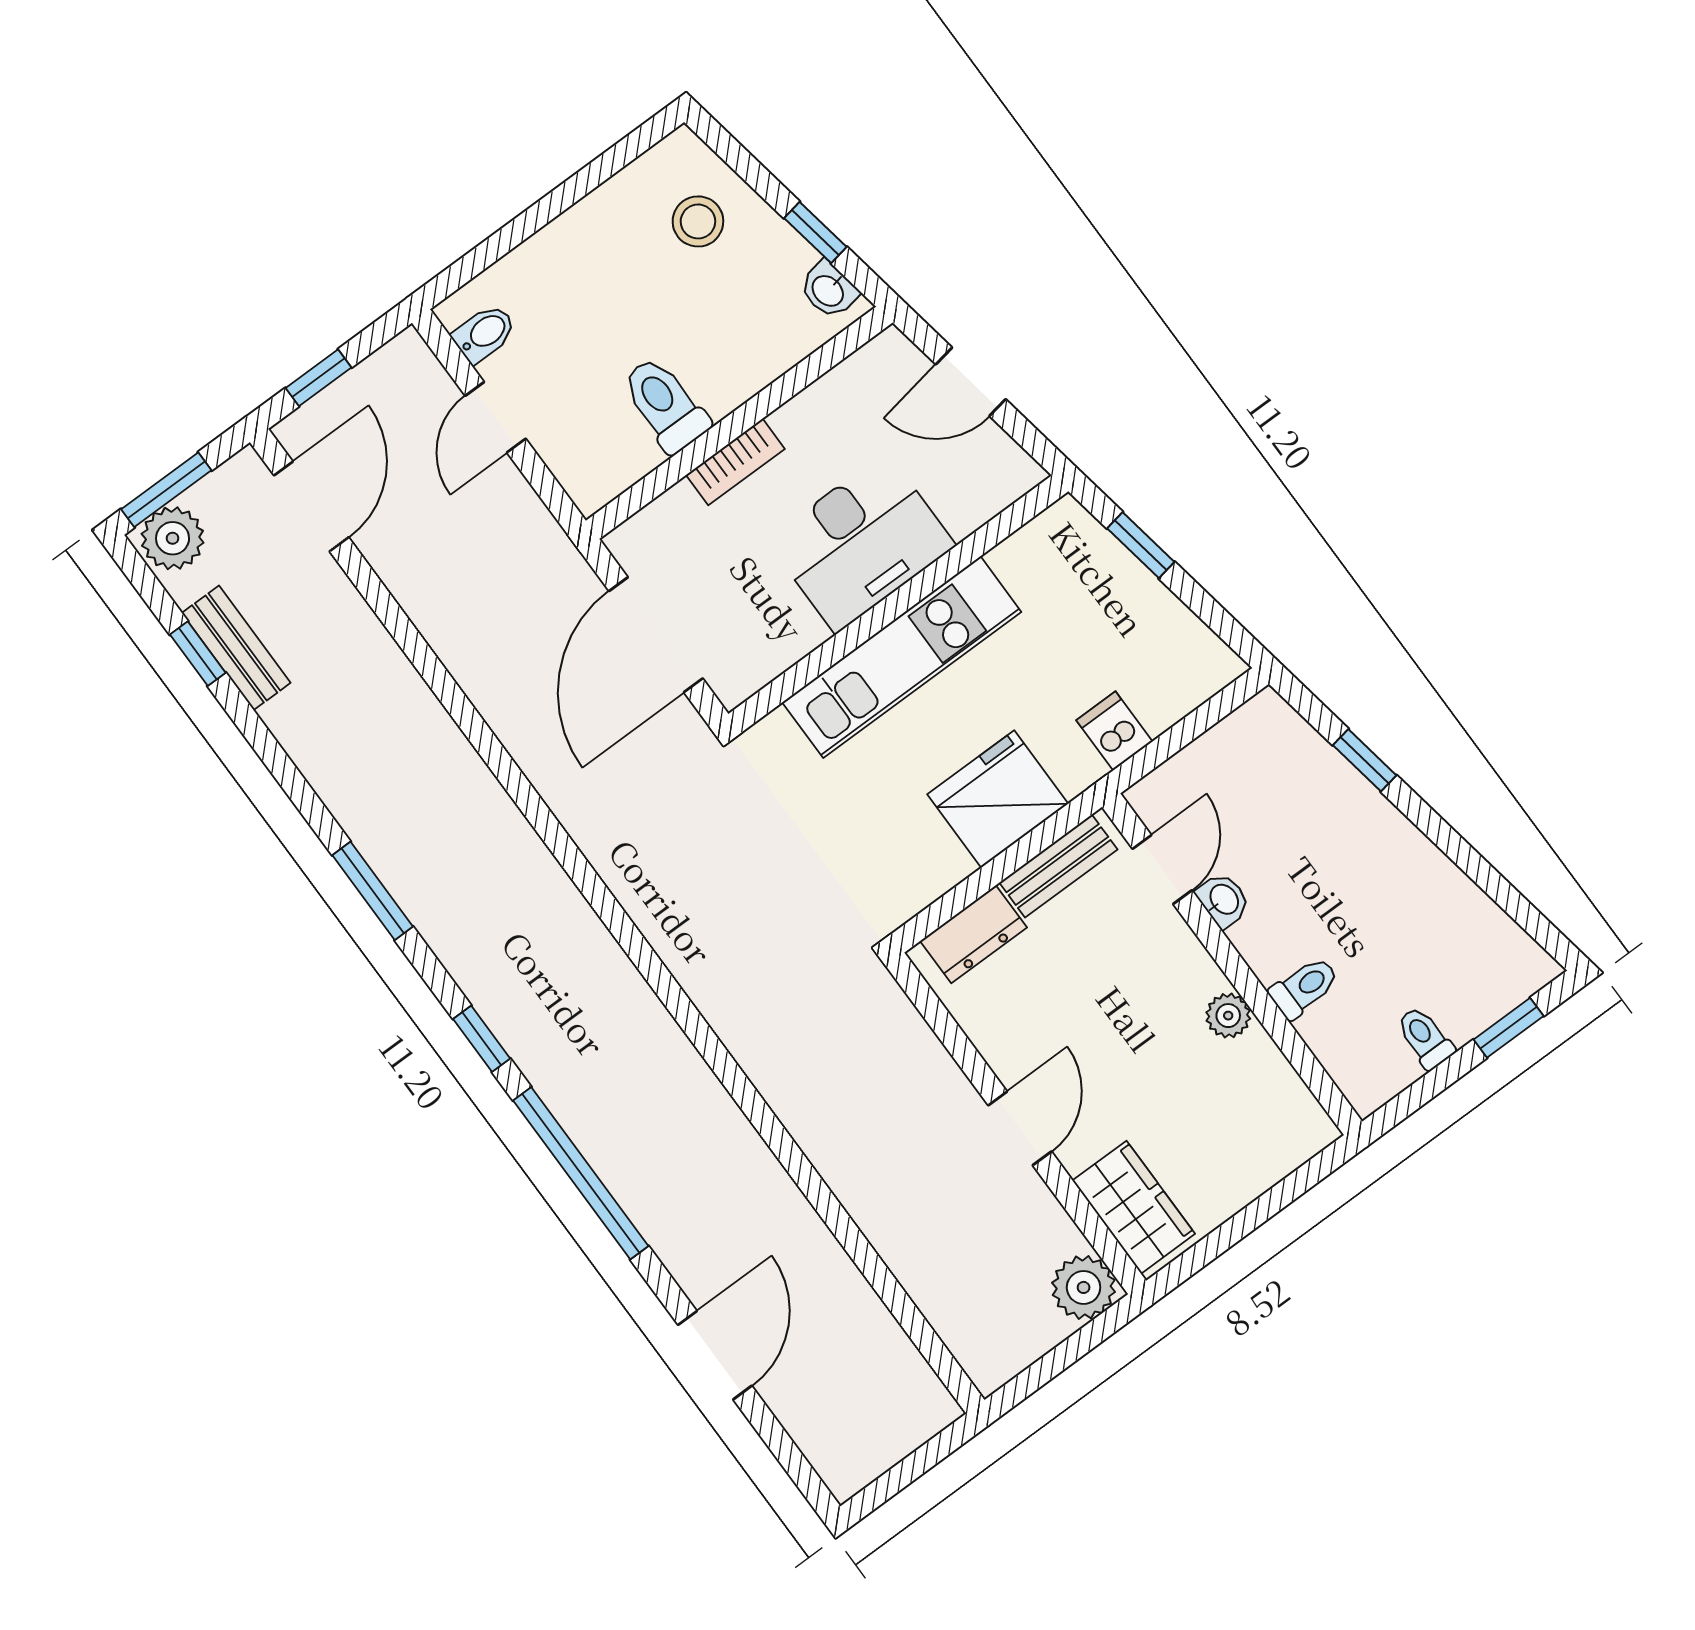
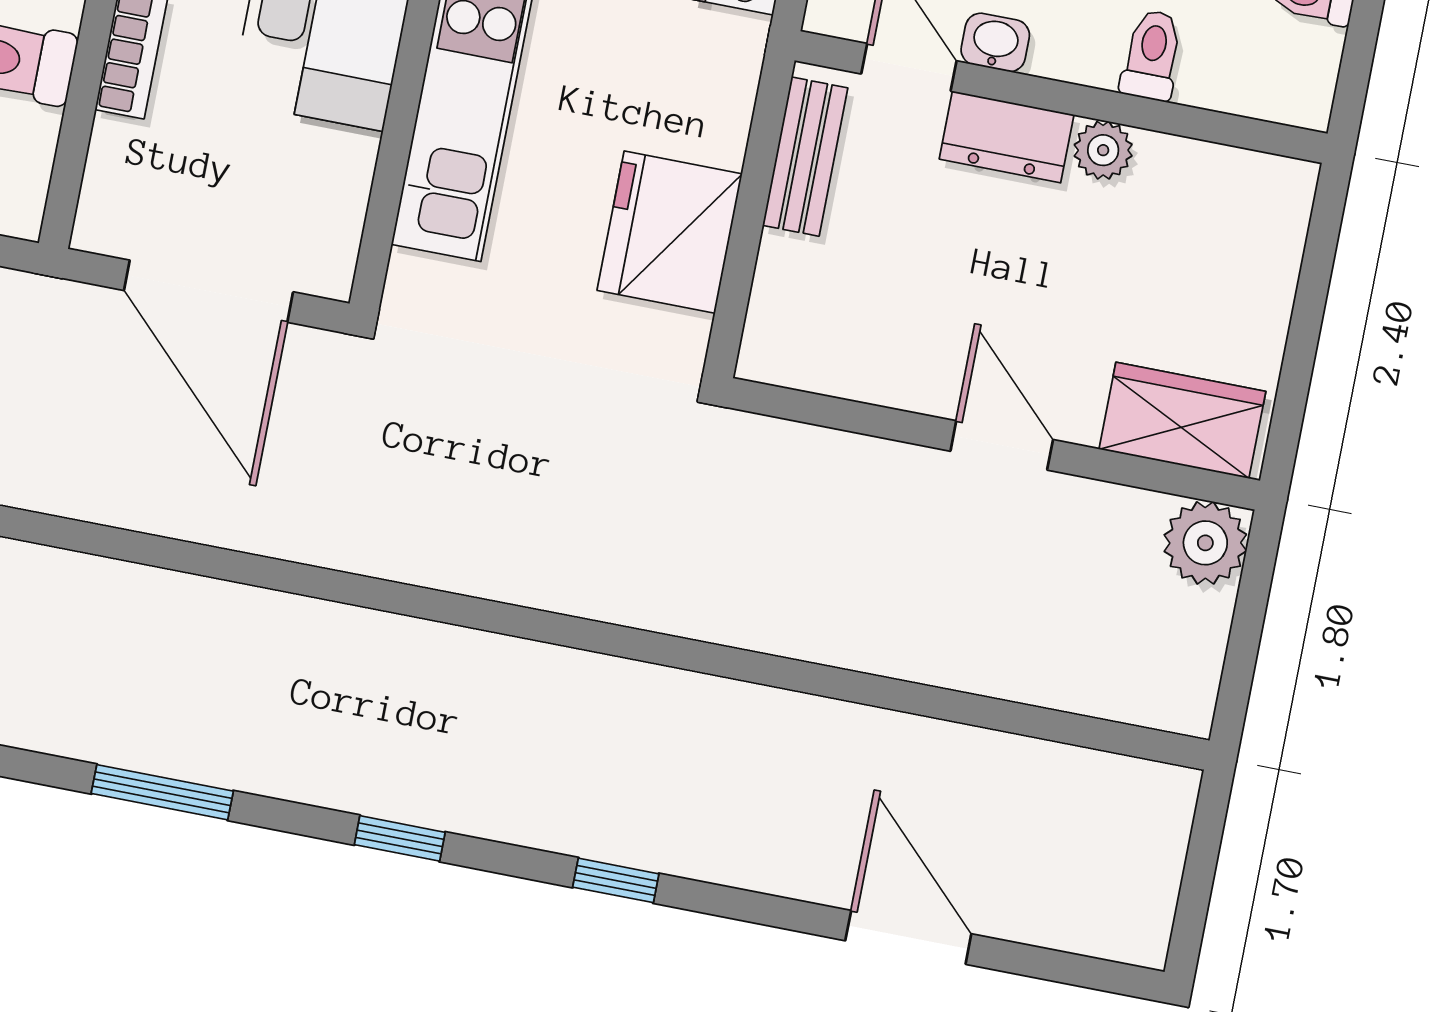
fridge: (998, 799) -> (670, 232), moved
dresser: (974, 934) -> (1007, 137), moved, turned 90
window: (581, 1173) -> (616, 880), width x0.32

